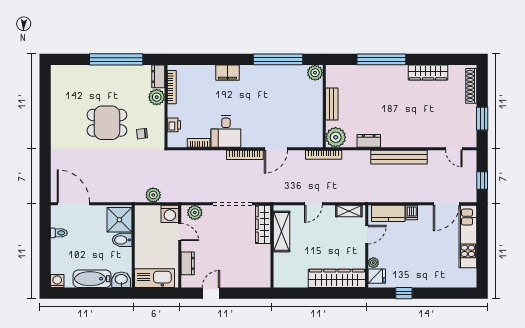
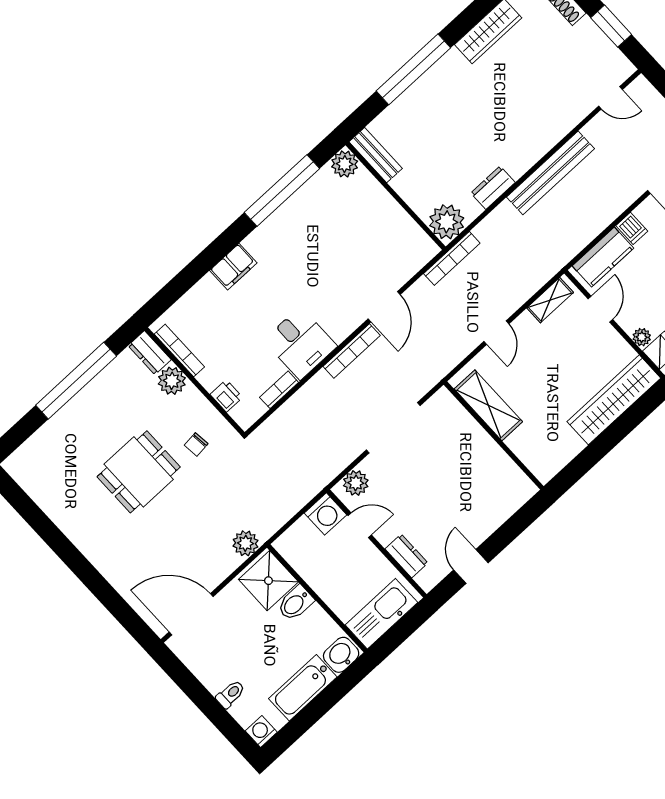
bench: (332, 104) -> (376, 155), moved
plant: (153, 195) -> (246, 543), moved
wardrobe: (263, 224) -> (457, 418), removed
toilet: (59, 233) -> (231, 694), moved

